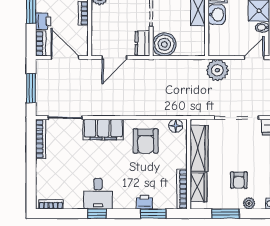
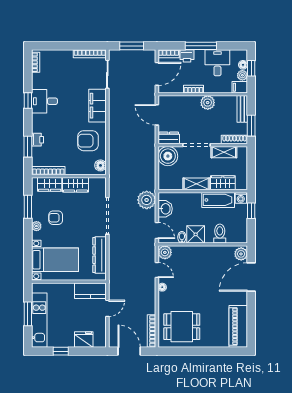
washbasin: (217, 15) -> (165, 209), moved, turned -90
wardrobe: (199, 148) -> (75, 185), width x0.67

